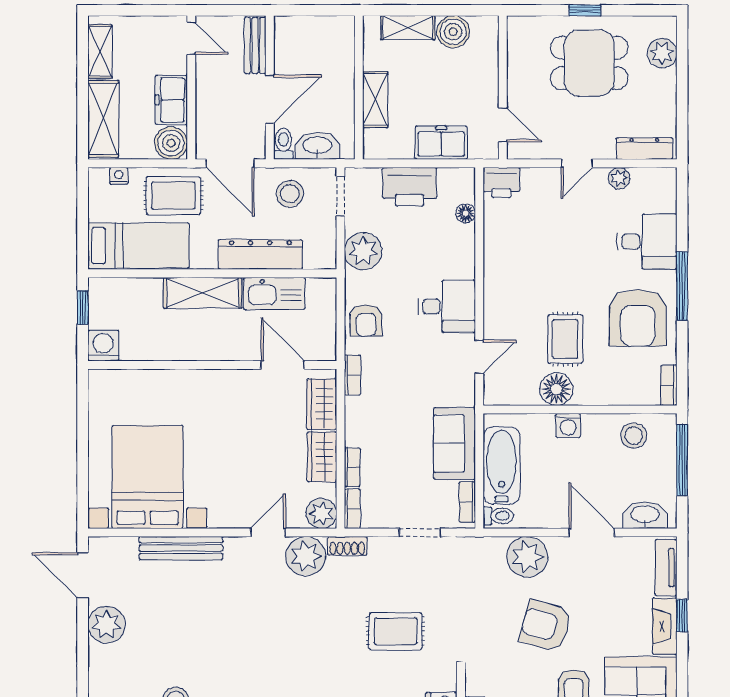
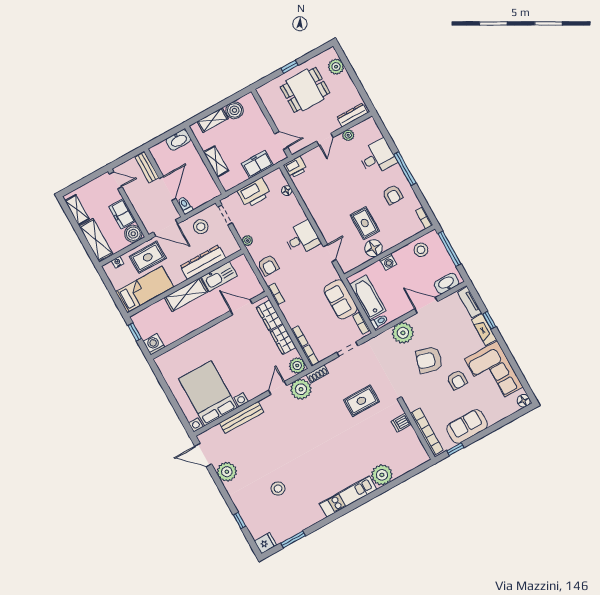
washbasin: (317, 146) -> (178, 140), moved, turned 180
plant: (363, 251) -> (247, 241), width x0.53, depth x0.53
armchair: (638, 318) -> (393, 195), width x0.53, depth x0.53

